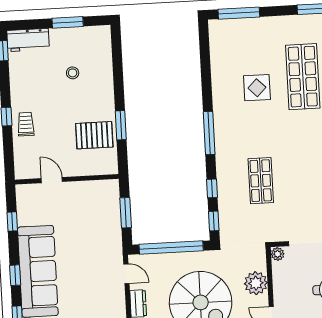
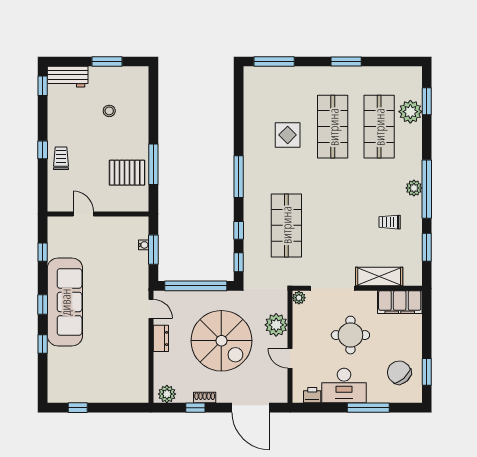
window: (121, 125) -> (153, 164), width x1.44
shop shelf: (261, 181) -> (286, 225), width x1.43, depth x1.36
water cooler: (115, 208) -> (144, 245), added

